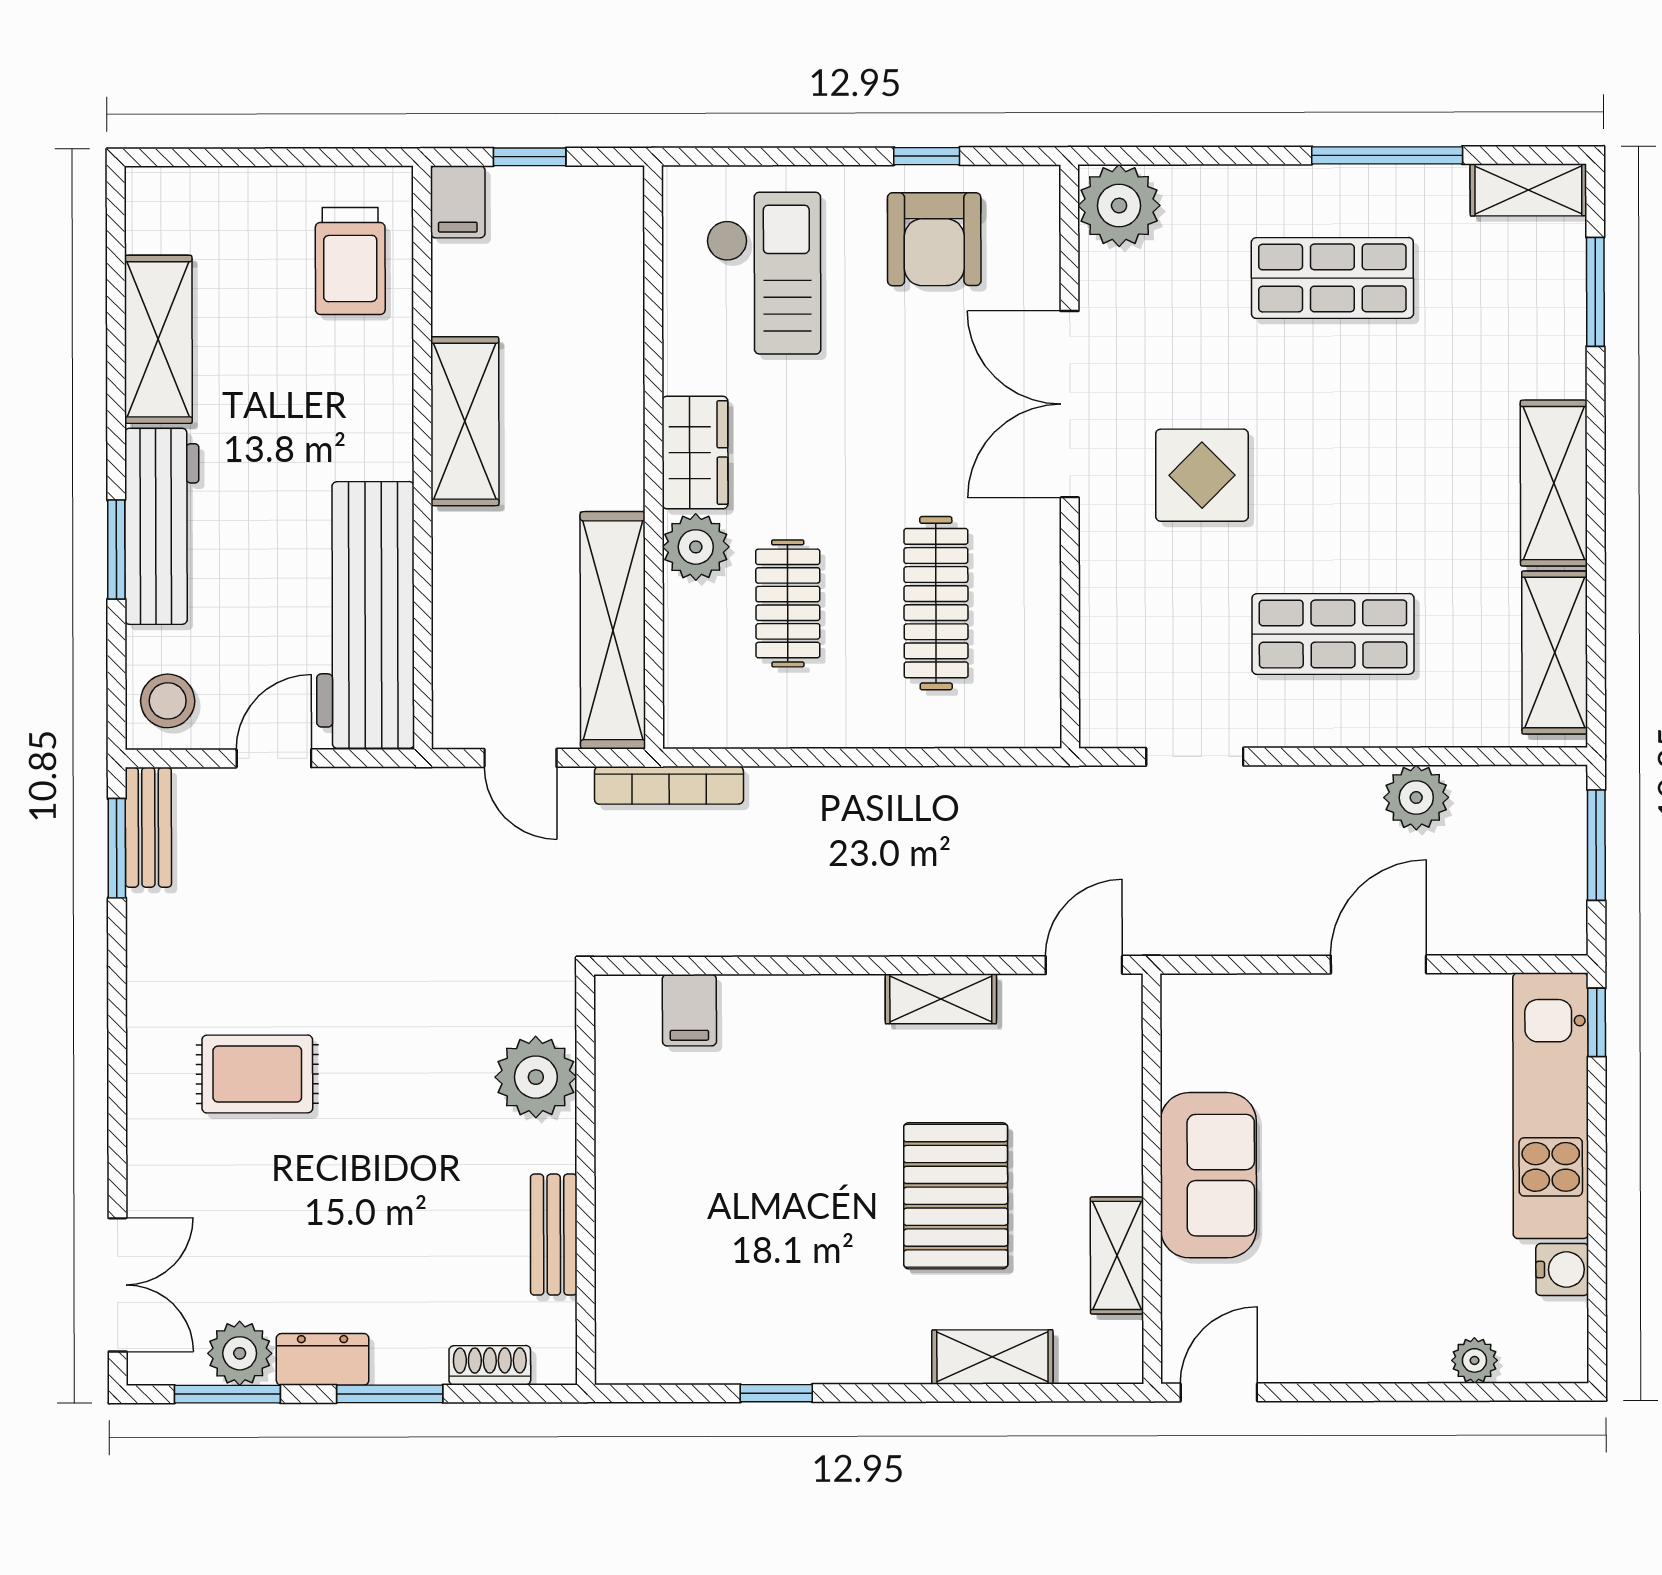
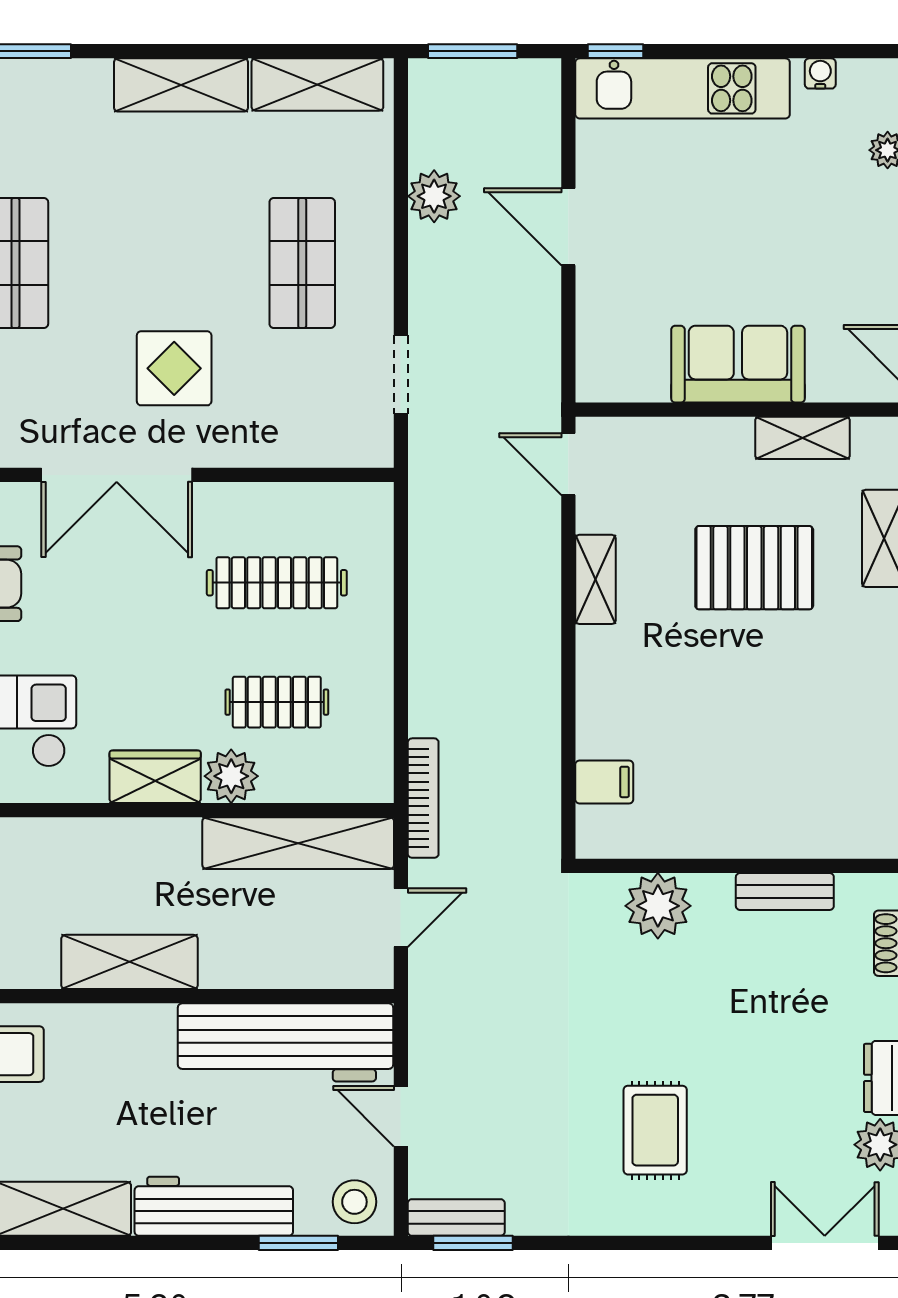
window: (116, 549) -> (298, 1243), moved
water cooler: (1562, 1269) -> (820, 73), width x0.72, depth x0.72

